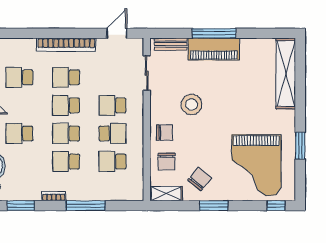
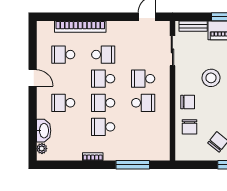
bookcase: (66, 45) -> (80, 27), moved
school desk: (66, 77) -> (103, 55), turned 180
school desk: (113, 162) -> (143, 127), removed
shelving: (166, 194) -> (189, 154), removed
window: (21, 206) -> (64, 165), removed
window: (86, 206) -> (133, 165), moved

